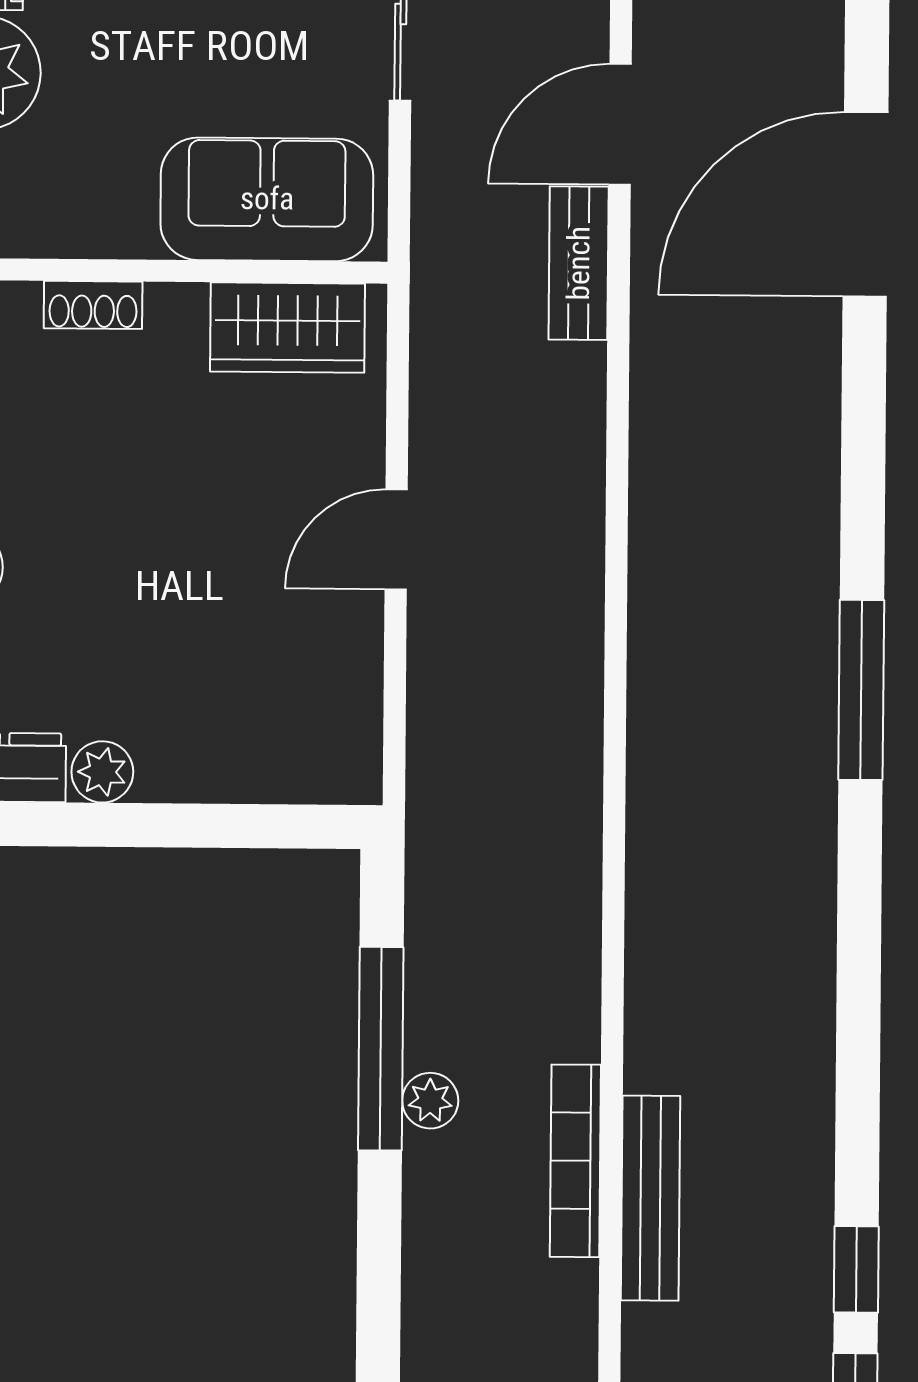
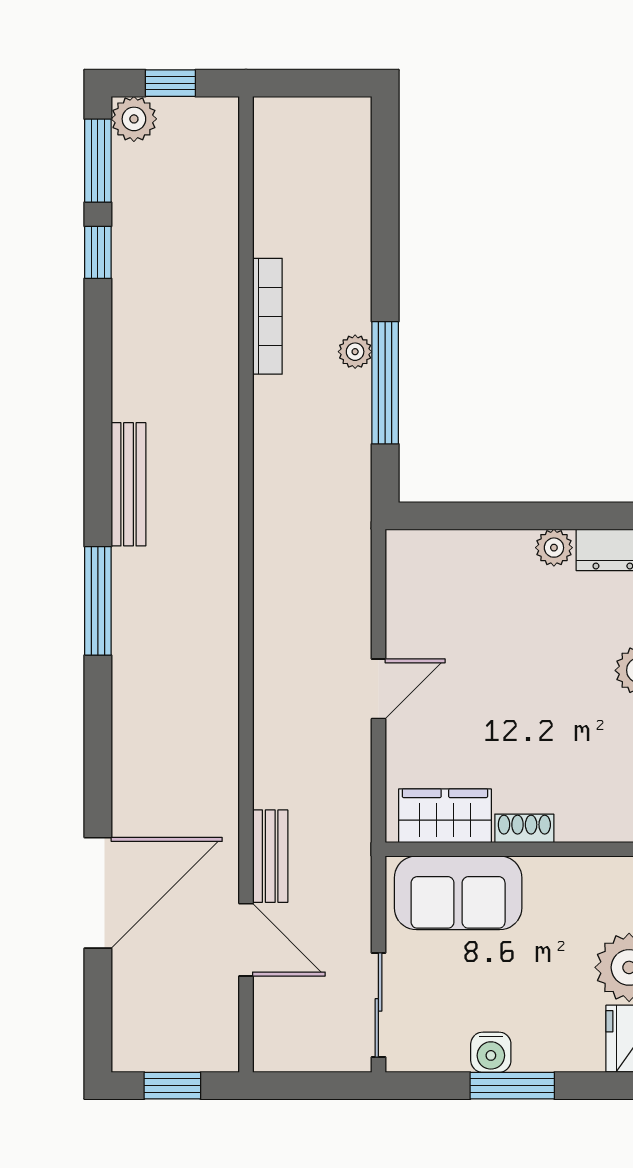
door: (620, 124) -> (246, 940), hinge flipped
shoe rack: (93, 305) -> (524, 828), moved
bench: (650, 1198) -> (129, 484), moved

